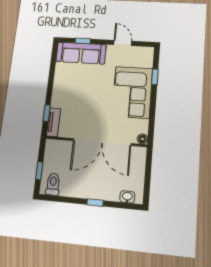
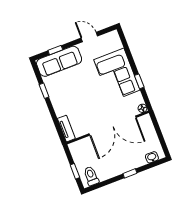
window: (155, 77) -> (139, 81), moved
window: (47, 113) -> (44, 91), moved

